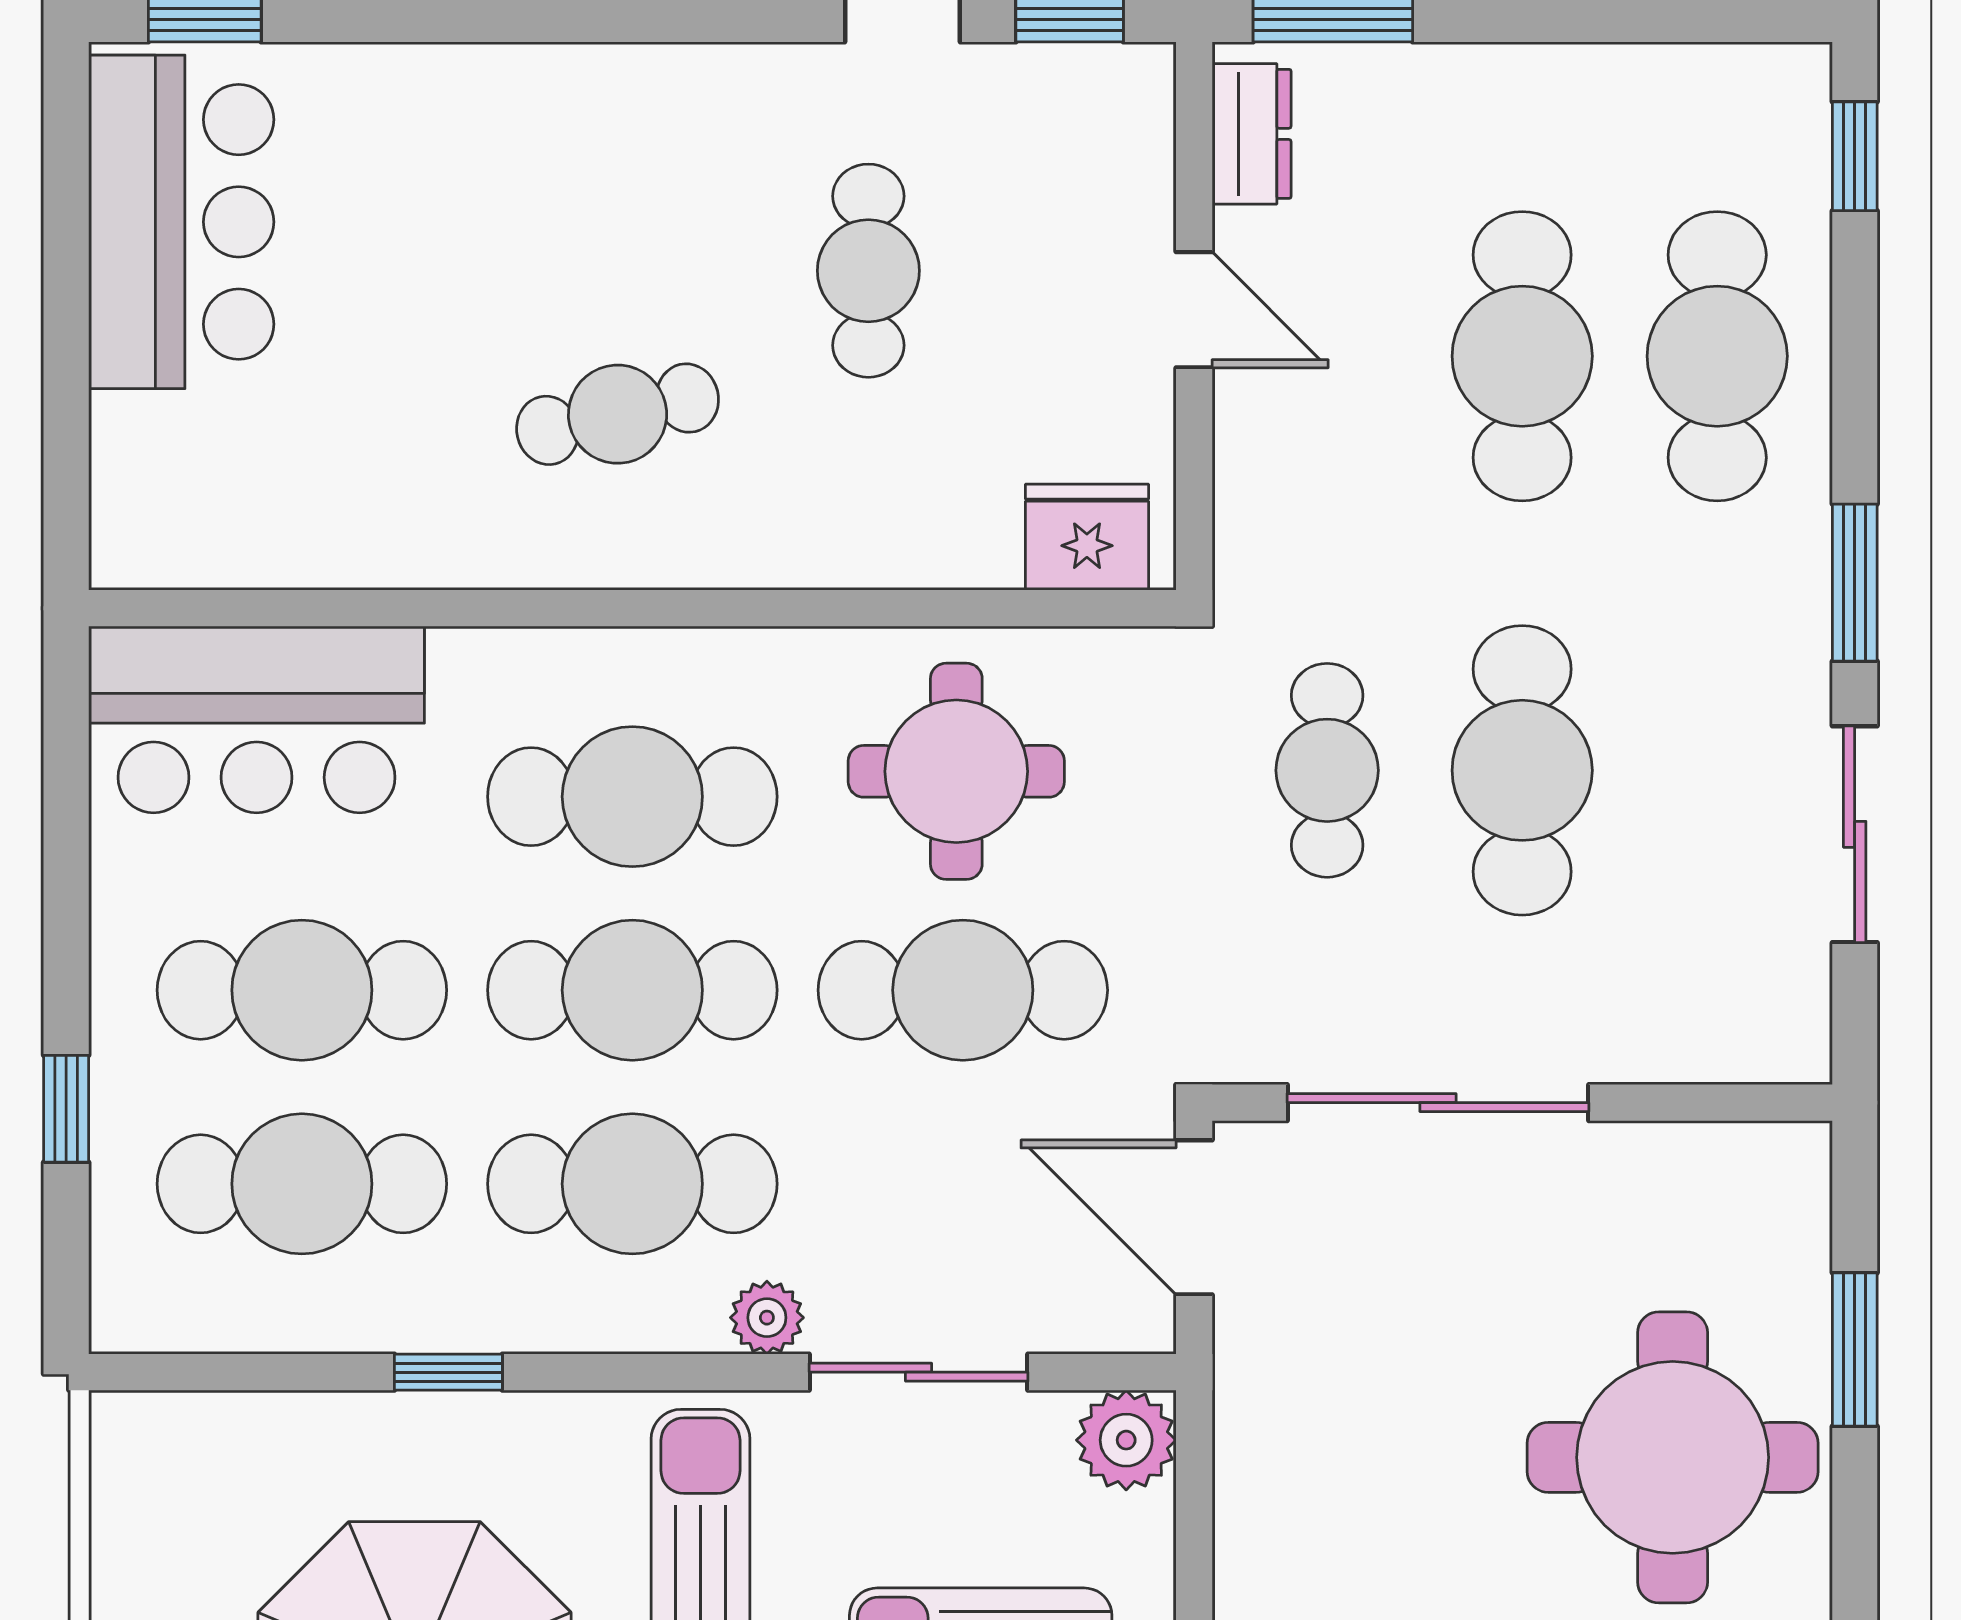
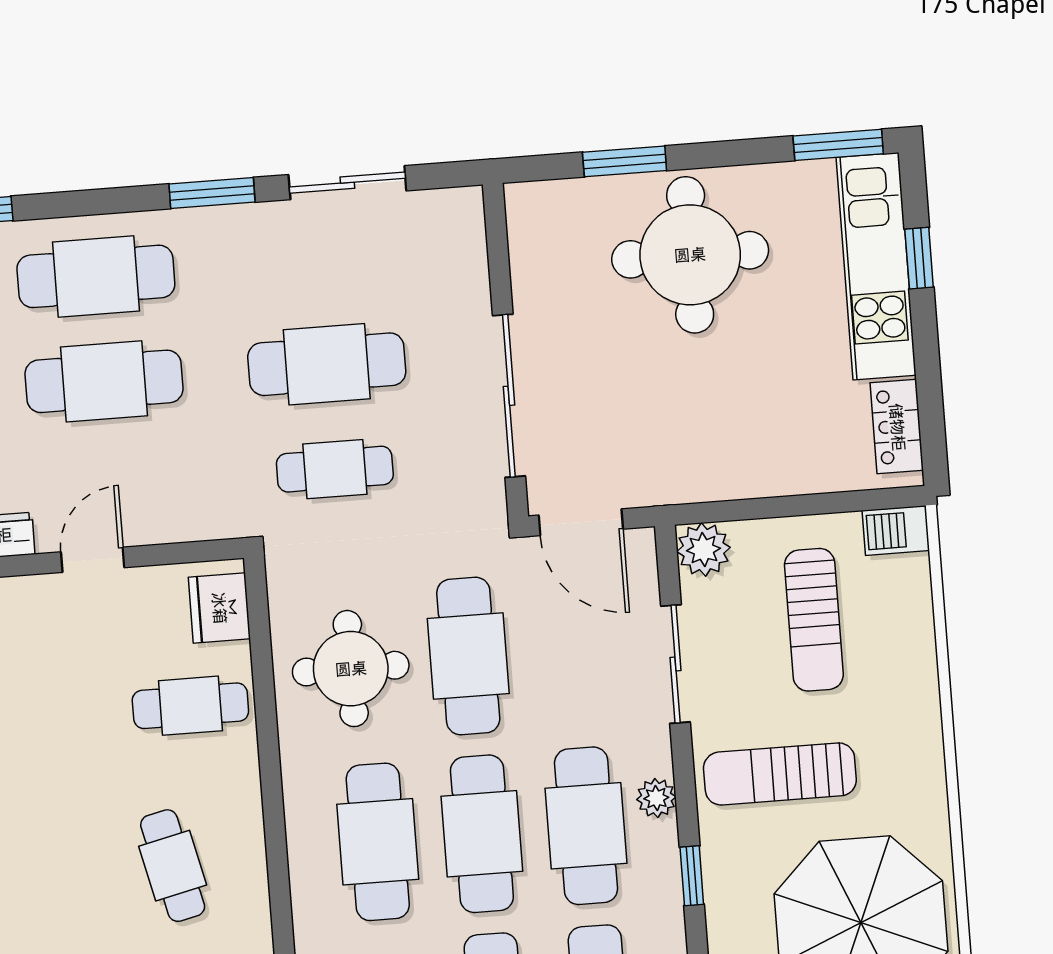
cafe table: (868, 271) -> (190, 706), moved
door: (1194, 1217) -> (581, 522), hinge flipped
plant: (767, 1318) -> (656, 798), moved
window: (448, 1372) -> (692, 876), moved

